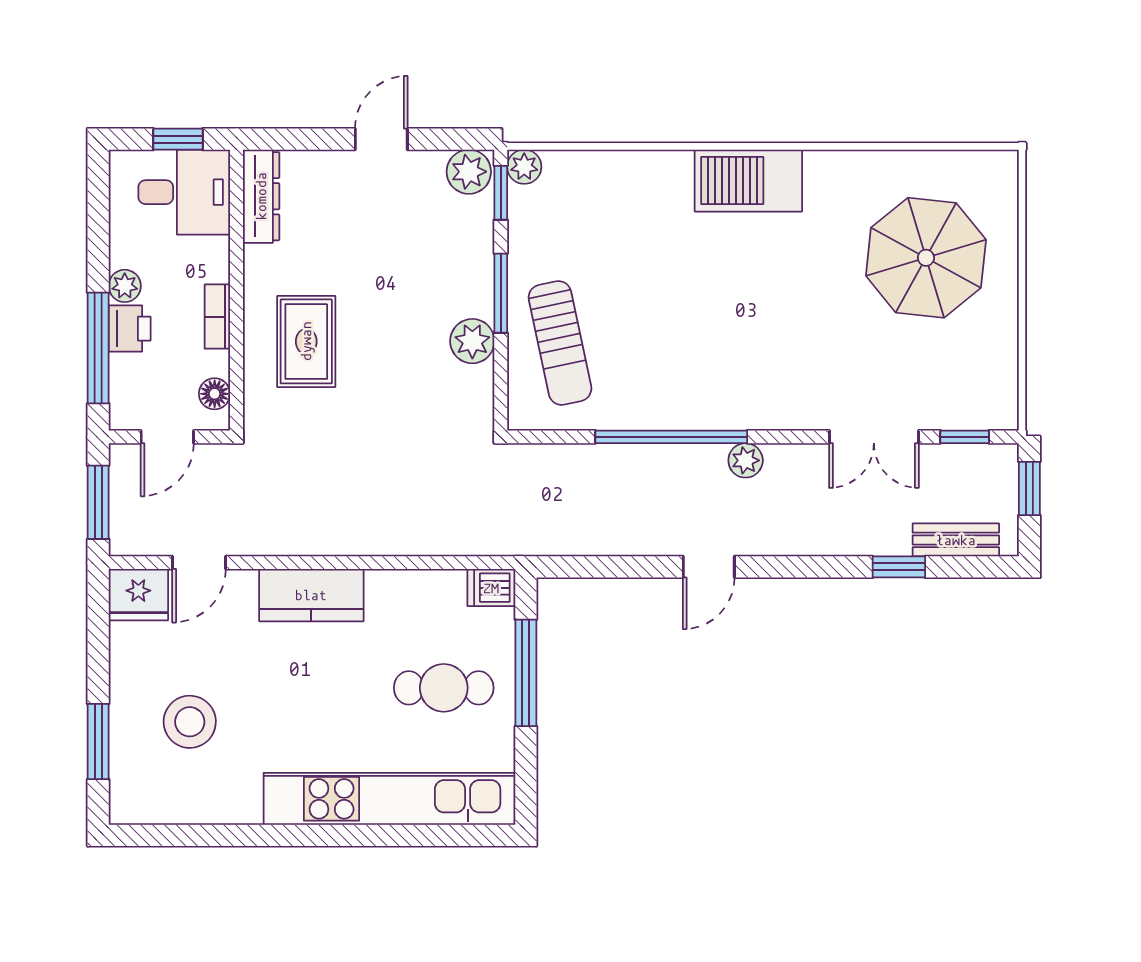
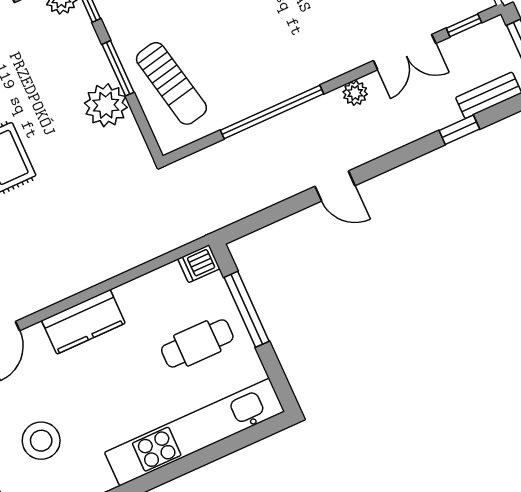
plant: (472, 341) -> (106, 105), width x1.36, depth x1.36
plant: (746, 460) -> (355, 93), moved
door: (709, 567) -> (335, 186), hinge flipped

